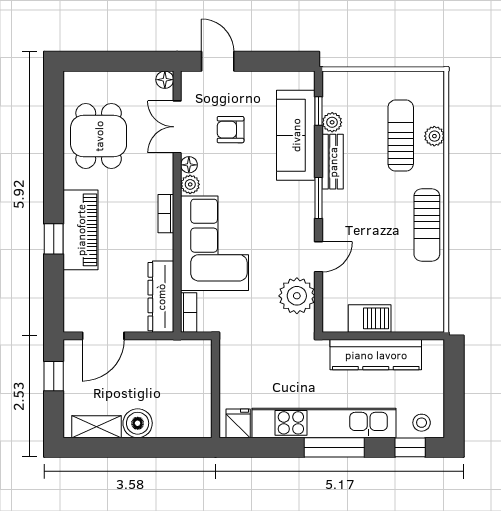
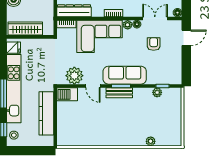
sofa: (296, 135) -> (125, 75), moved
sun lounger: (401, 136) -> (151, 125), removed
bench: (333, 162) -> (119, 93), moved
sun lounger: (427, 225) -> (108, 138), removed
barbecue: (370, 318) -> (67, 94), moved, turned 90
wardrobe: (198, 399) -> (25, 29), added

